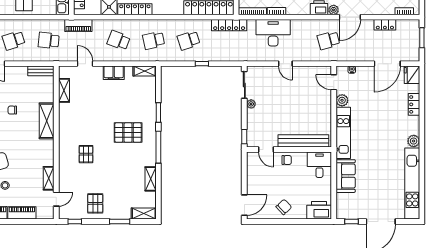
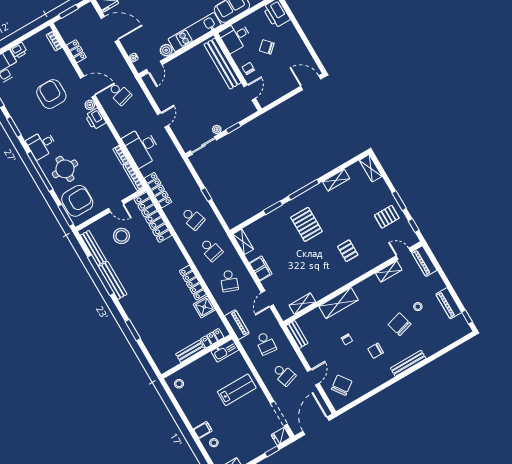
window: (244, 137) -> (233, 128), moved
pallet: (86, 154) -> (348, 251), turned 90
chair: (284, 207) -> (267, 47), moved
piano: (22, 213) -> (424, 261), moved
window: (120, 221) -> (399, 201), moved

